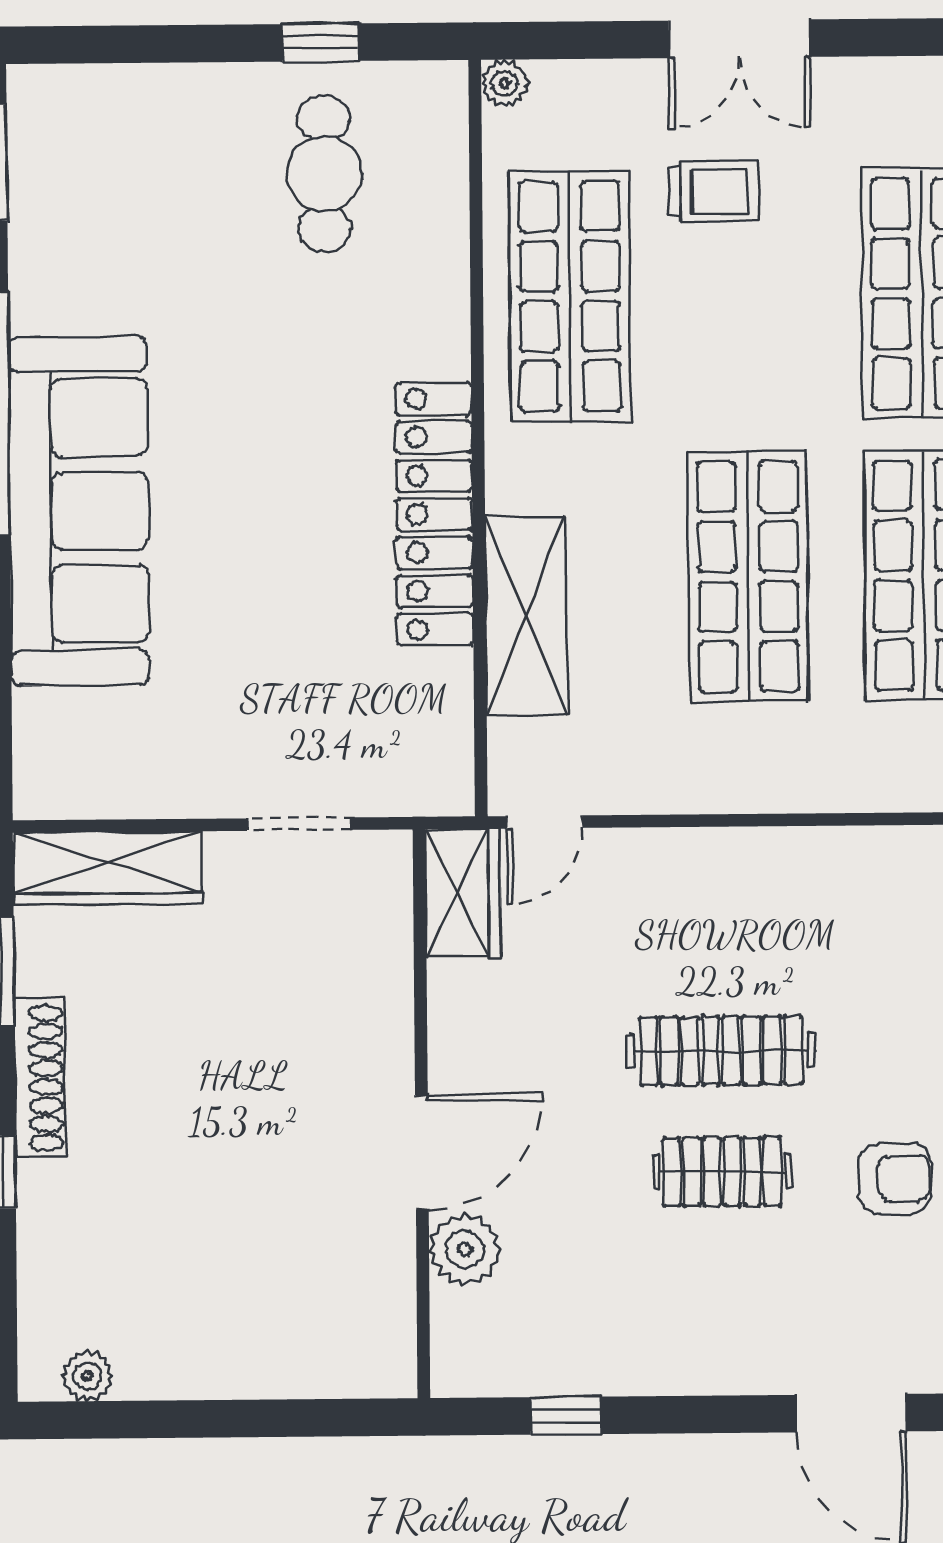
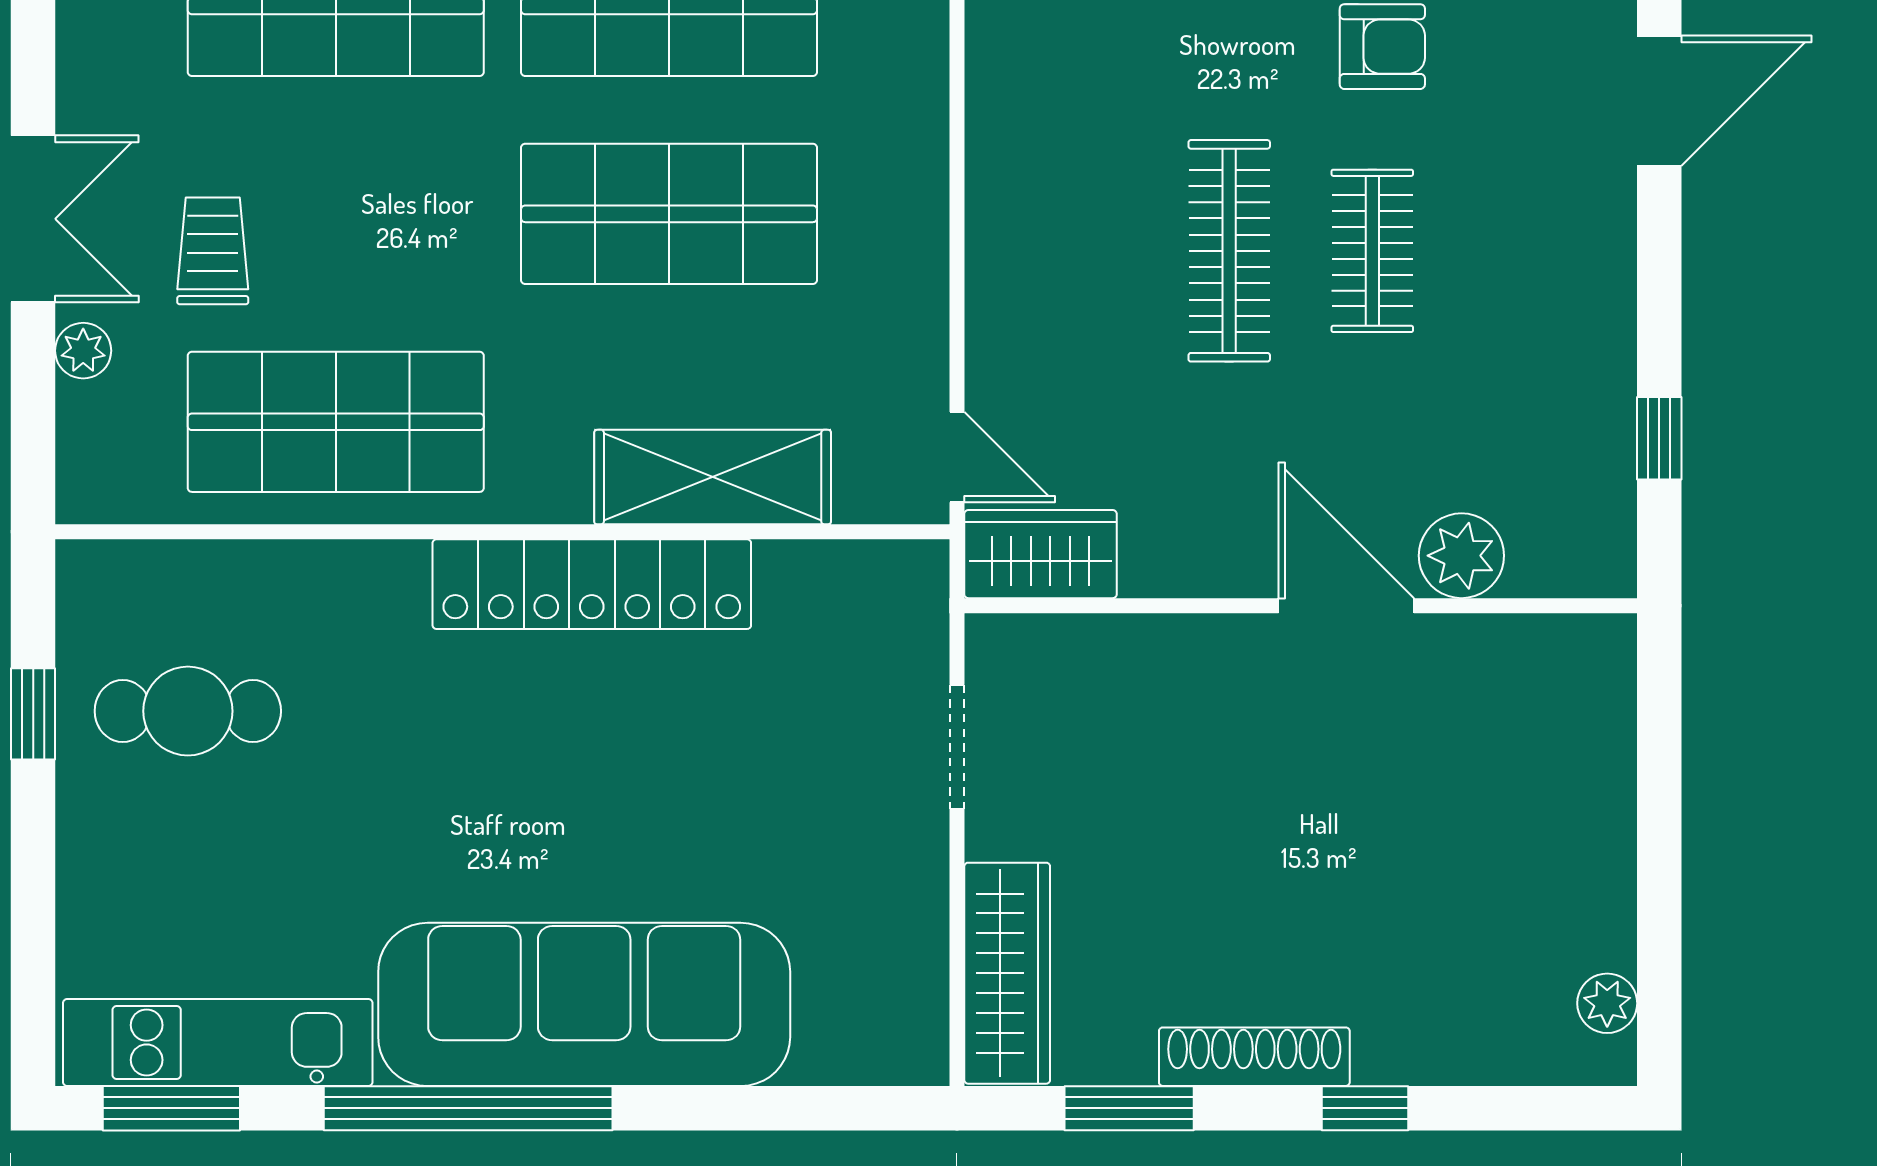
plant: (505, 83) -> (83, 351), moved
kitchen unit: (44, 201) -> (218, 1043), added
armchair: (895, 1179) -> (1382, 47), turned 90

